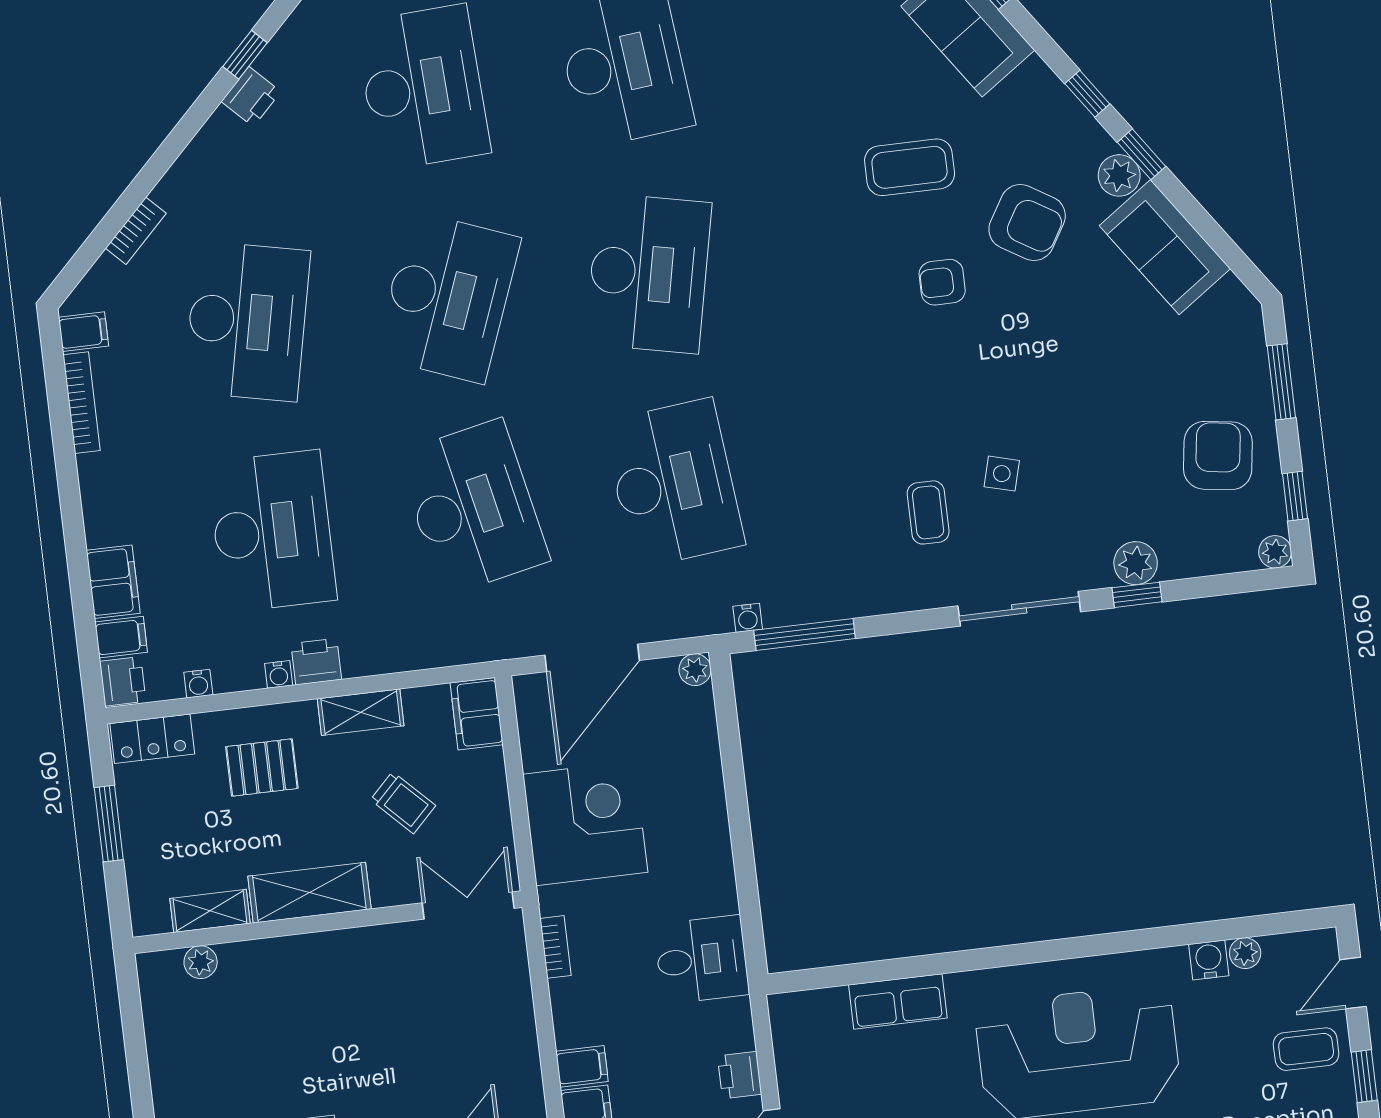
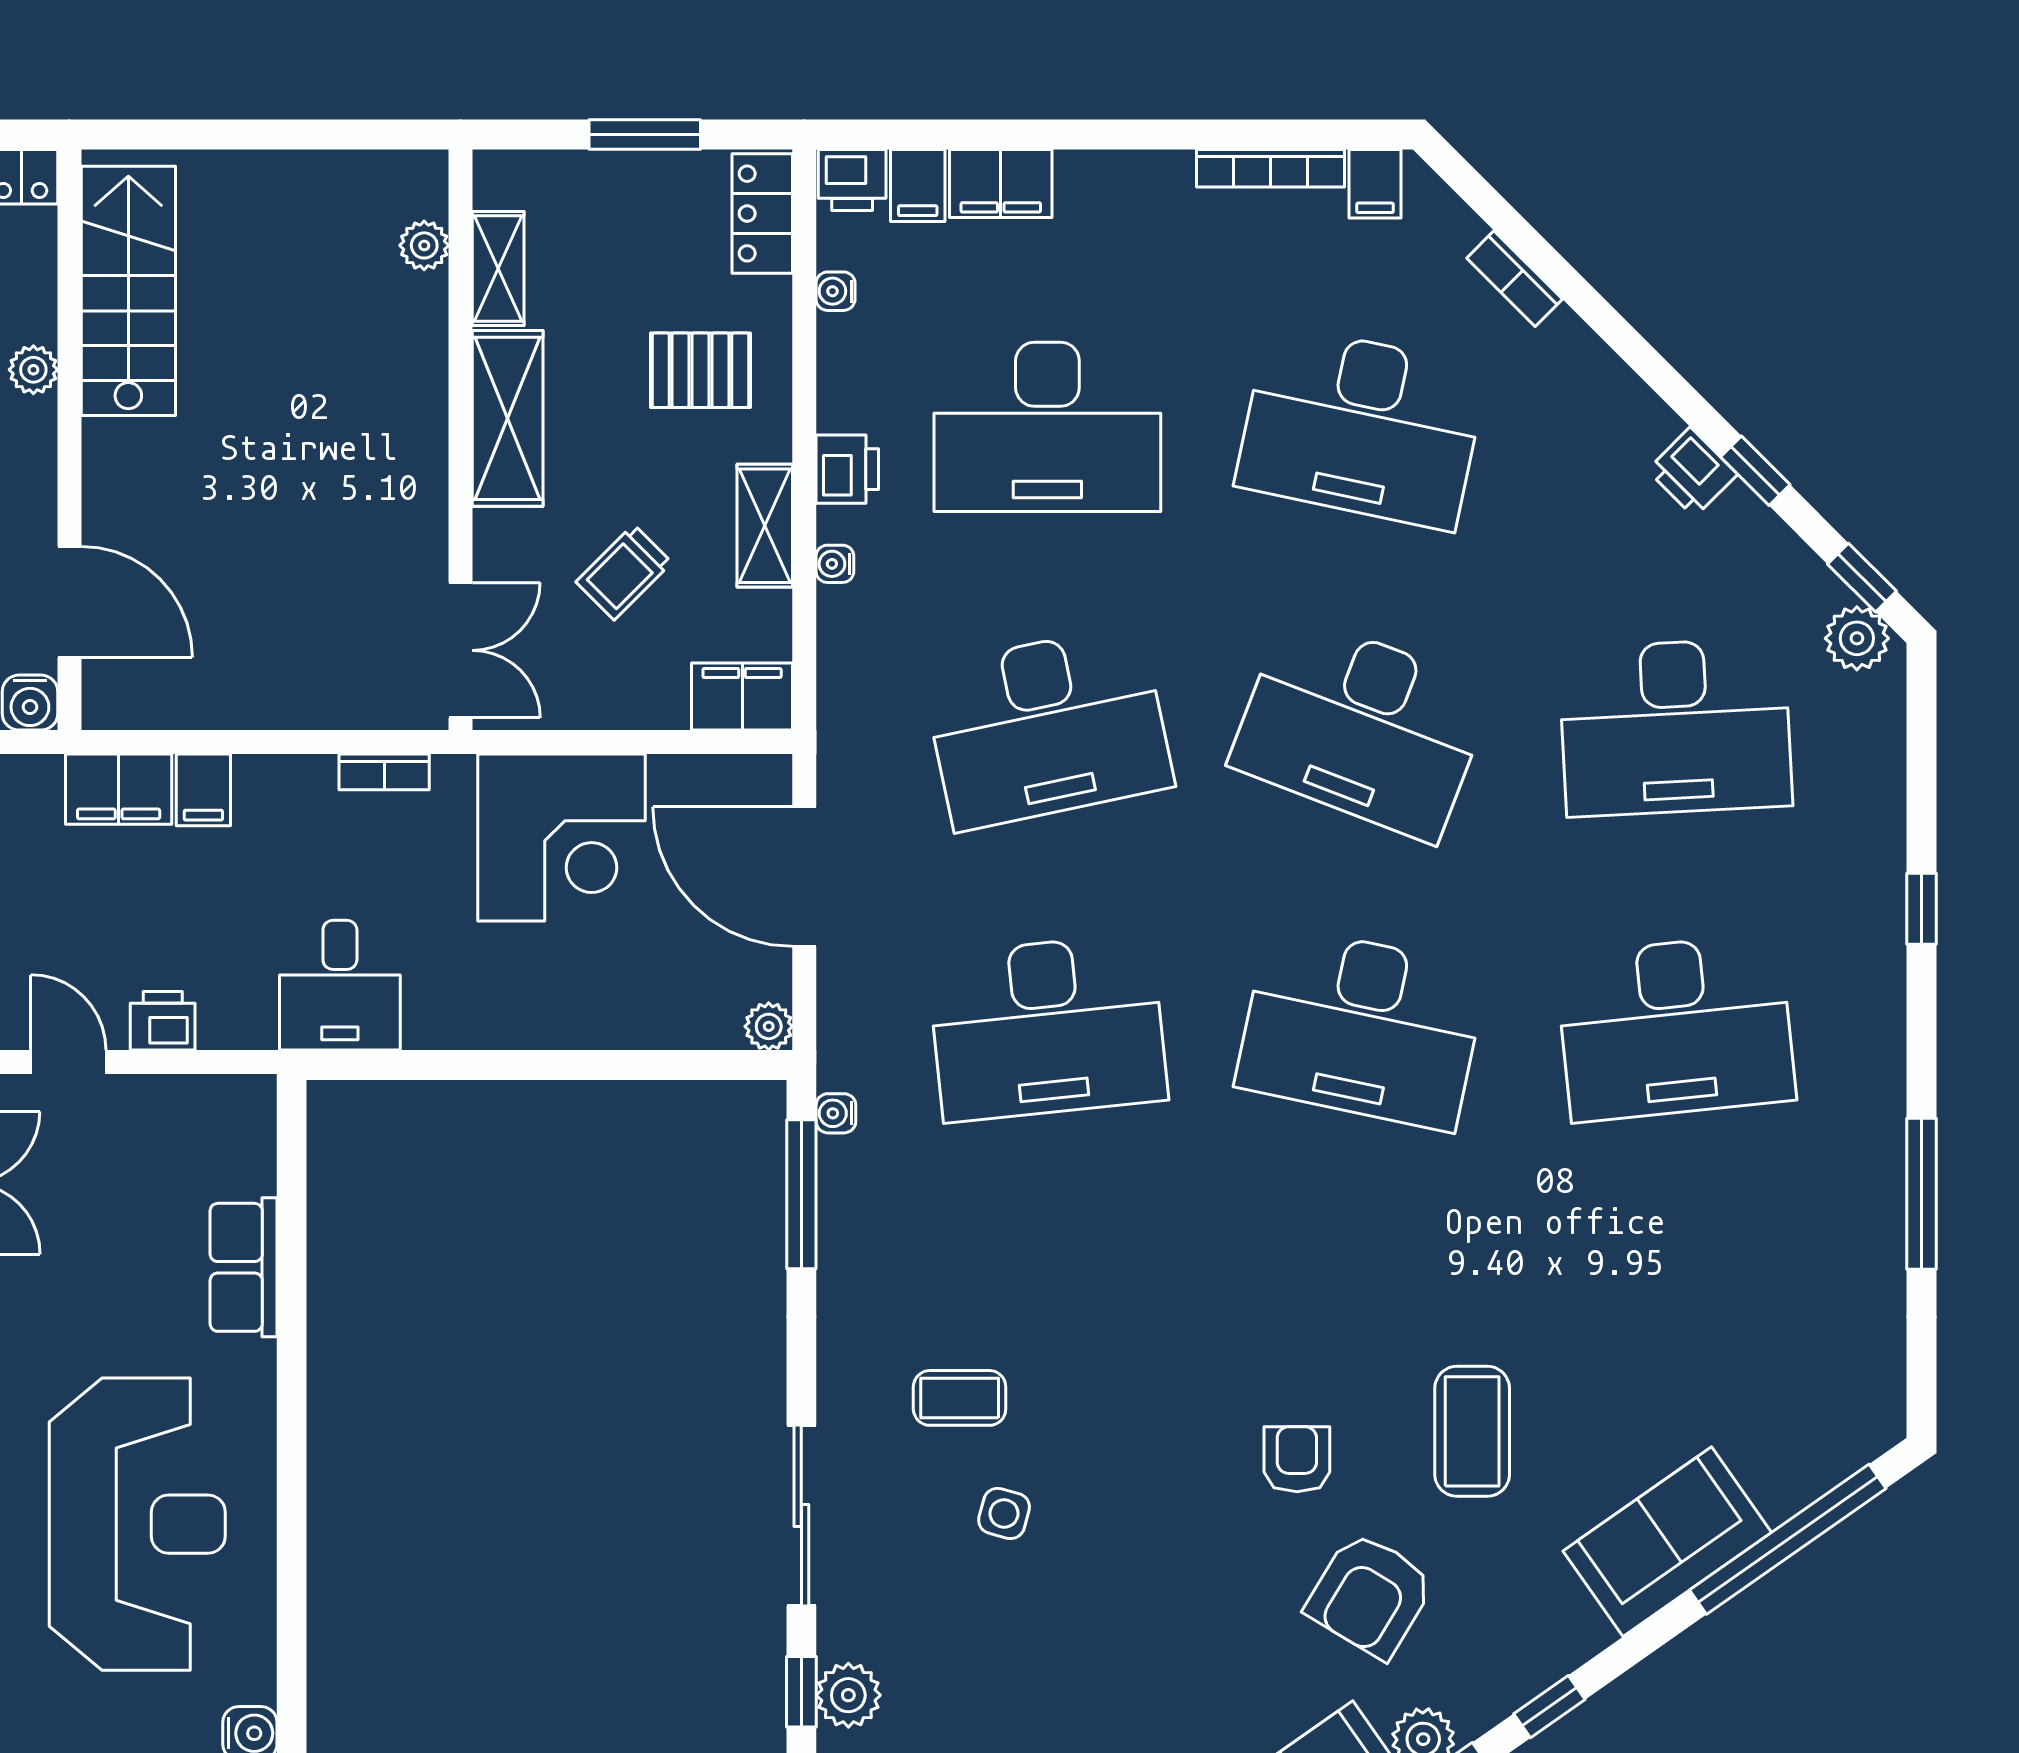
water cooler: (279, 674) -> (835, 564), moved
pallet: (262, 768) -> (700, 370), turned 90

